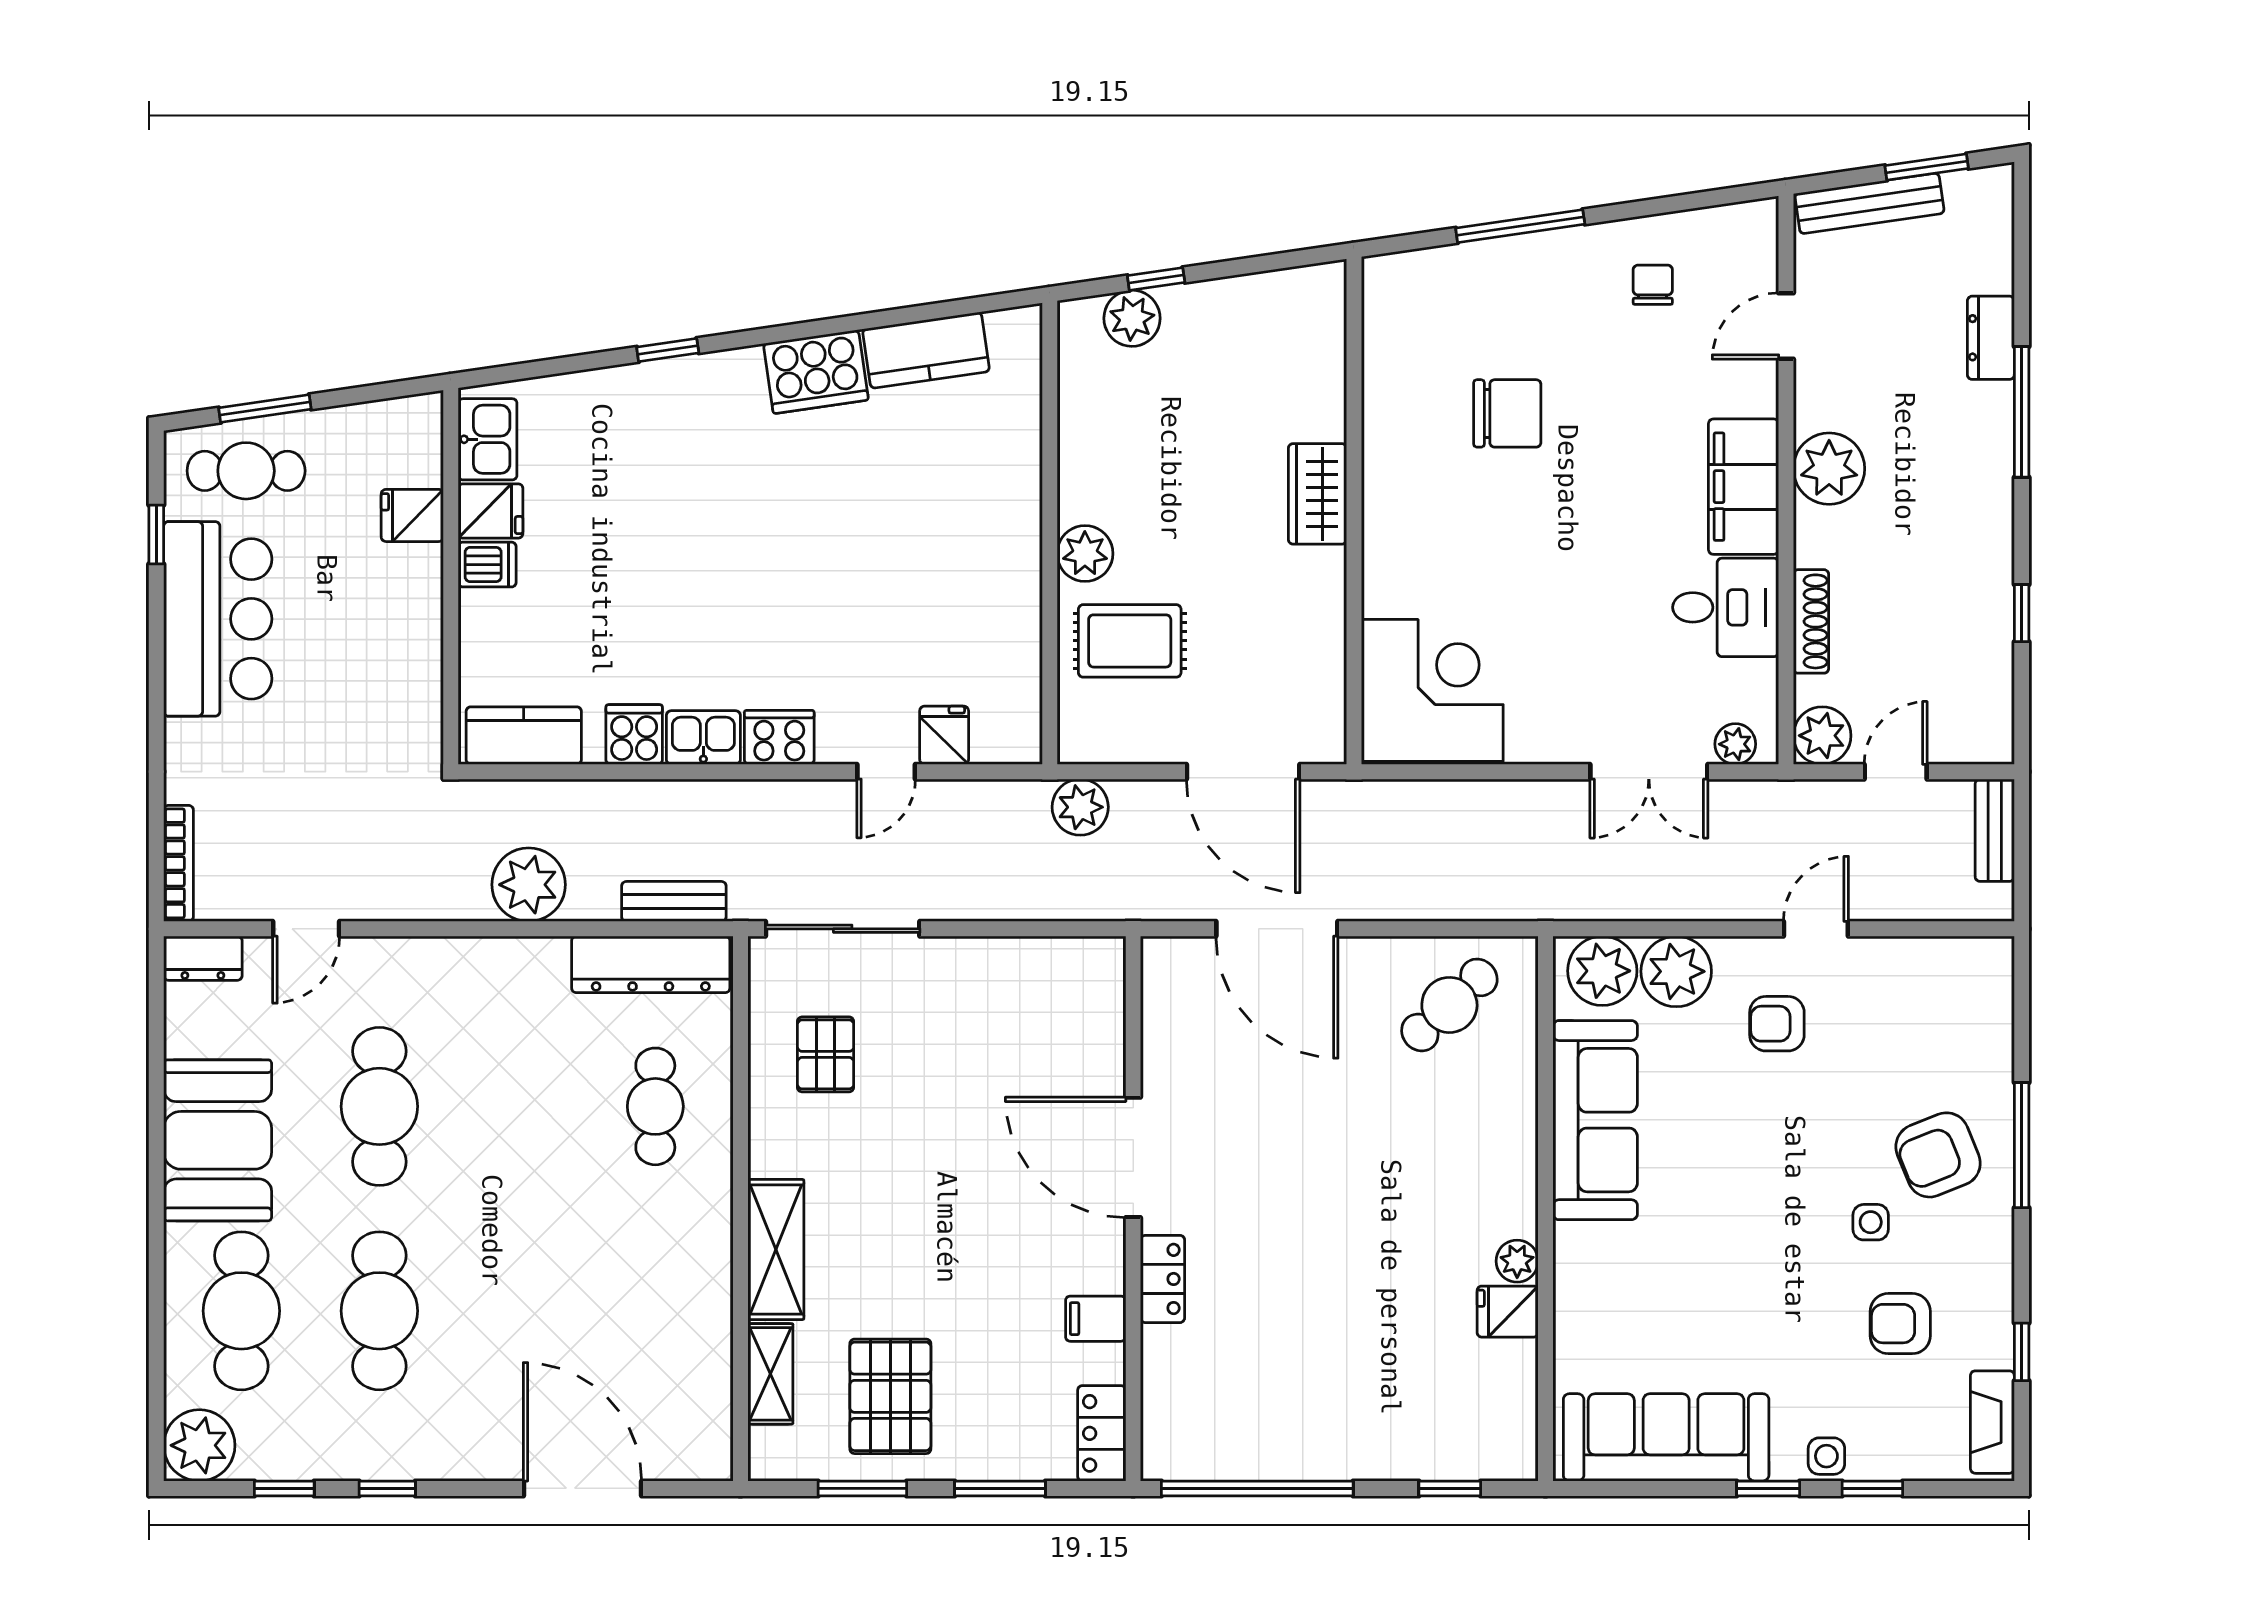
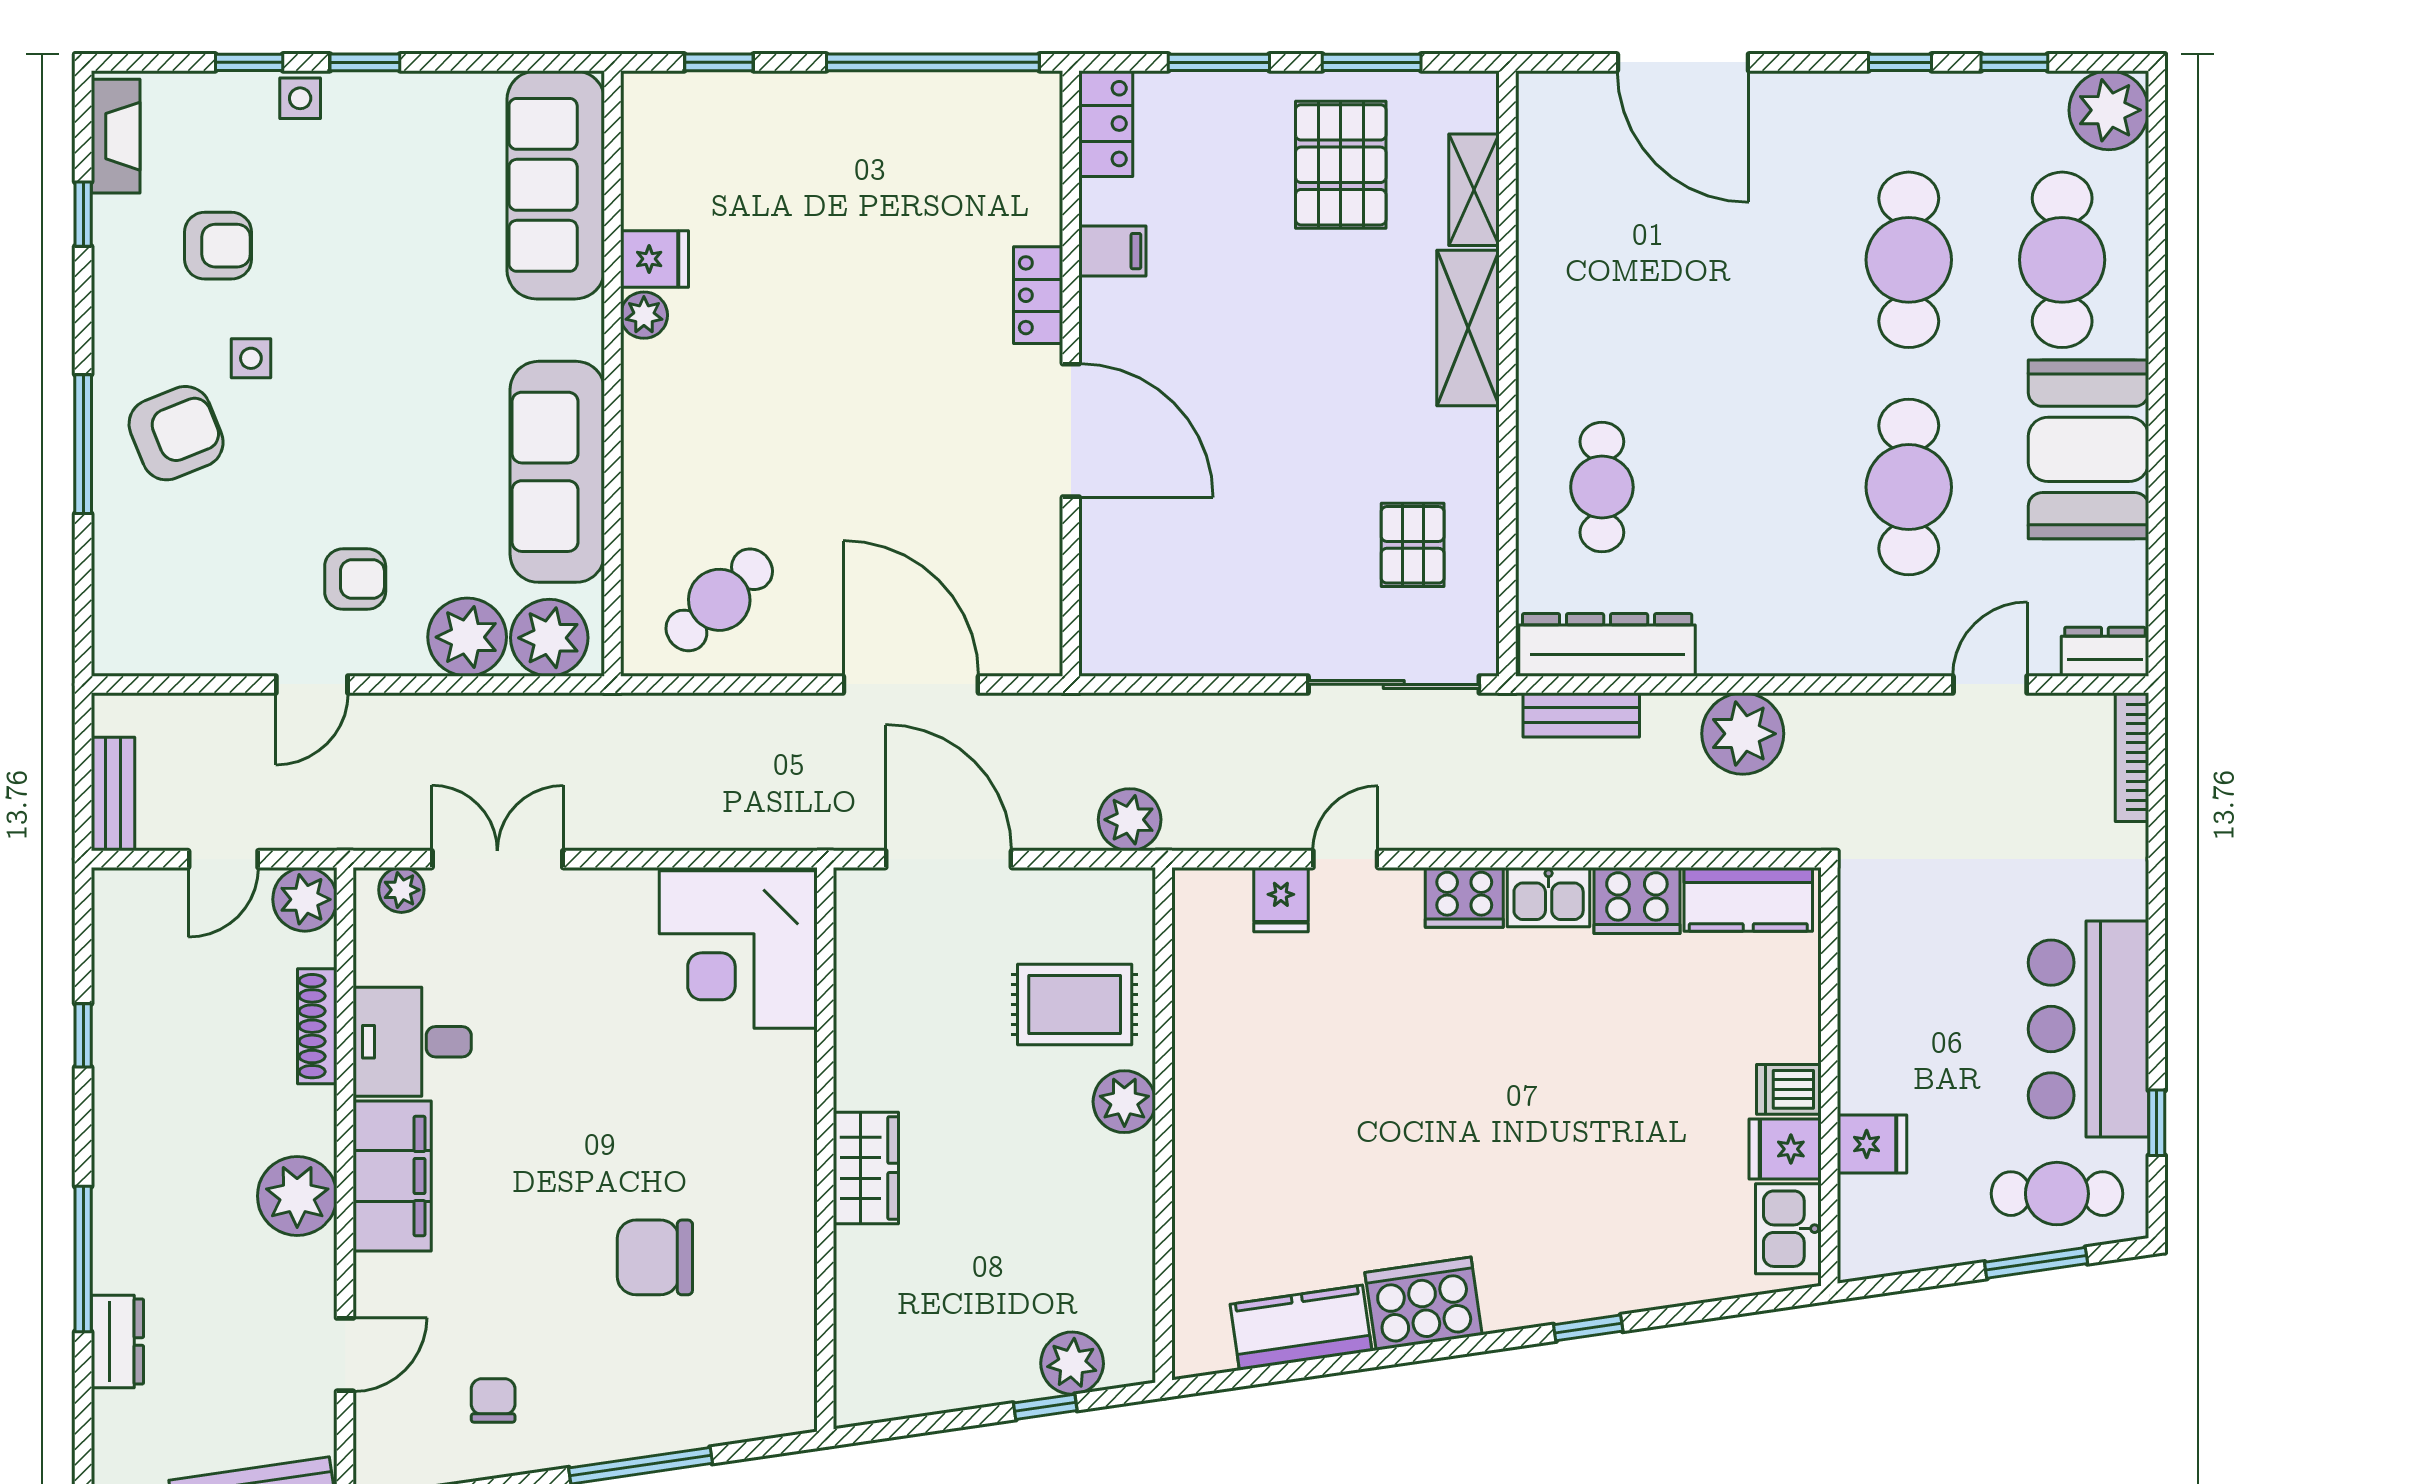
chair: (1653, 285) -> (493, 1400), turned 180
cooker: (634, 735) -> (1637, 900), width x1.36
sofa: (1666, 1437) -> (556, 185), moved, turned 90

